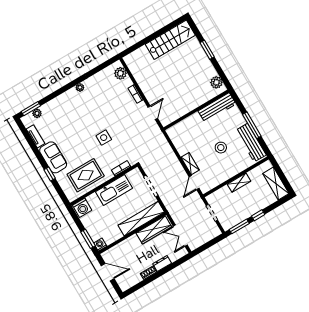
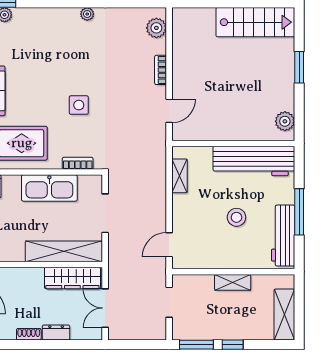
workbench: (217, 107) -> (254, 161), width x1.36, depth x1.32
shelving: (190, 164) -> (180, 176), moved

